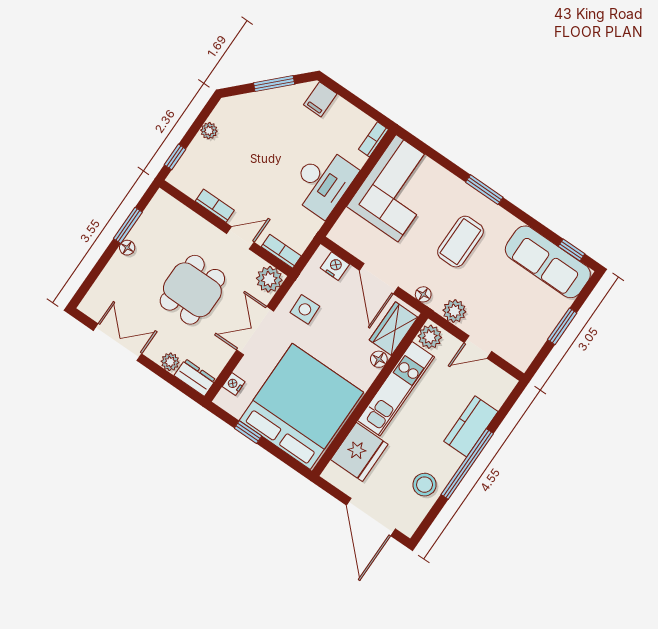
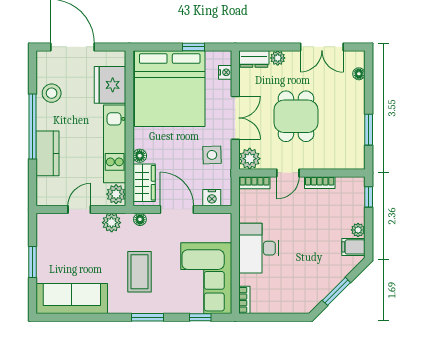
filing cabinet: (320, 99) -> (353, 247), moved, turned -90
floor lamp: (127, 248) -> (359, 74), moved
window: (572, 250) -> (200, 317), moved

